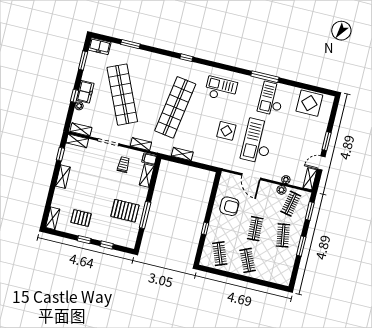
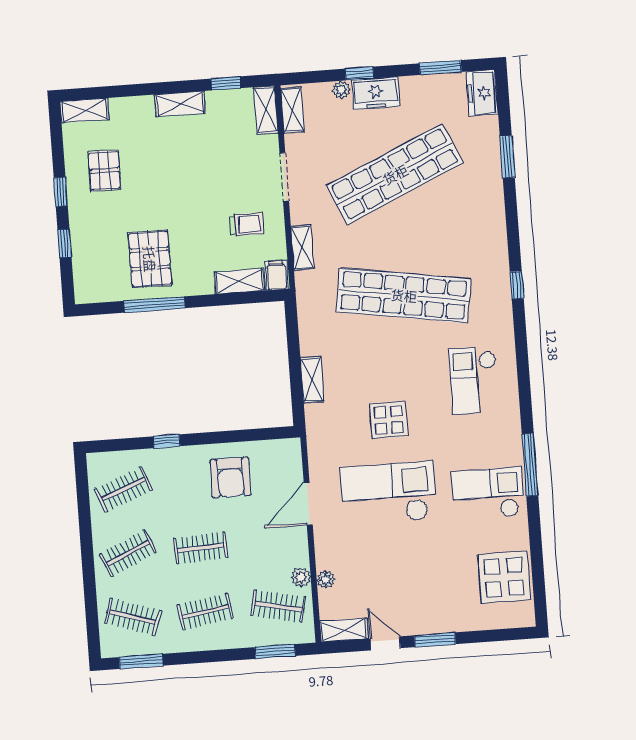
checkout: (221, 89) -> (474, 380), turned 180
shelving: (182, 154) -> (312, 380), moved
window: (301, 246) -> (141, 661), moved
clothes rail: (275, 267) -> (133, 617), added

